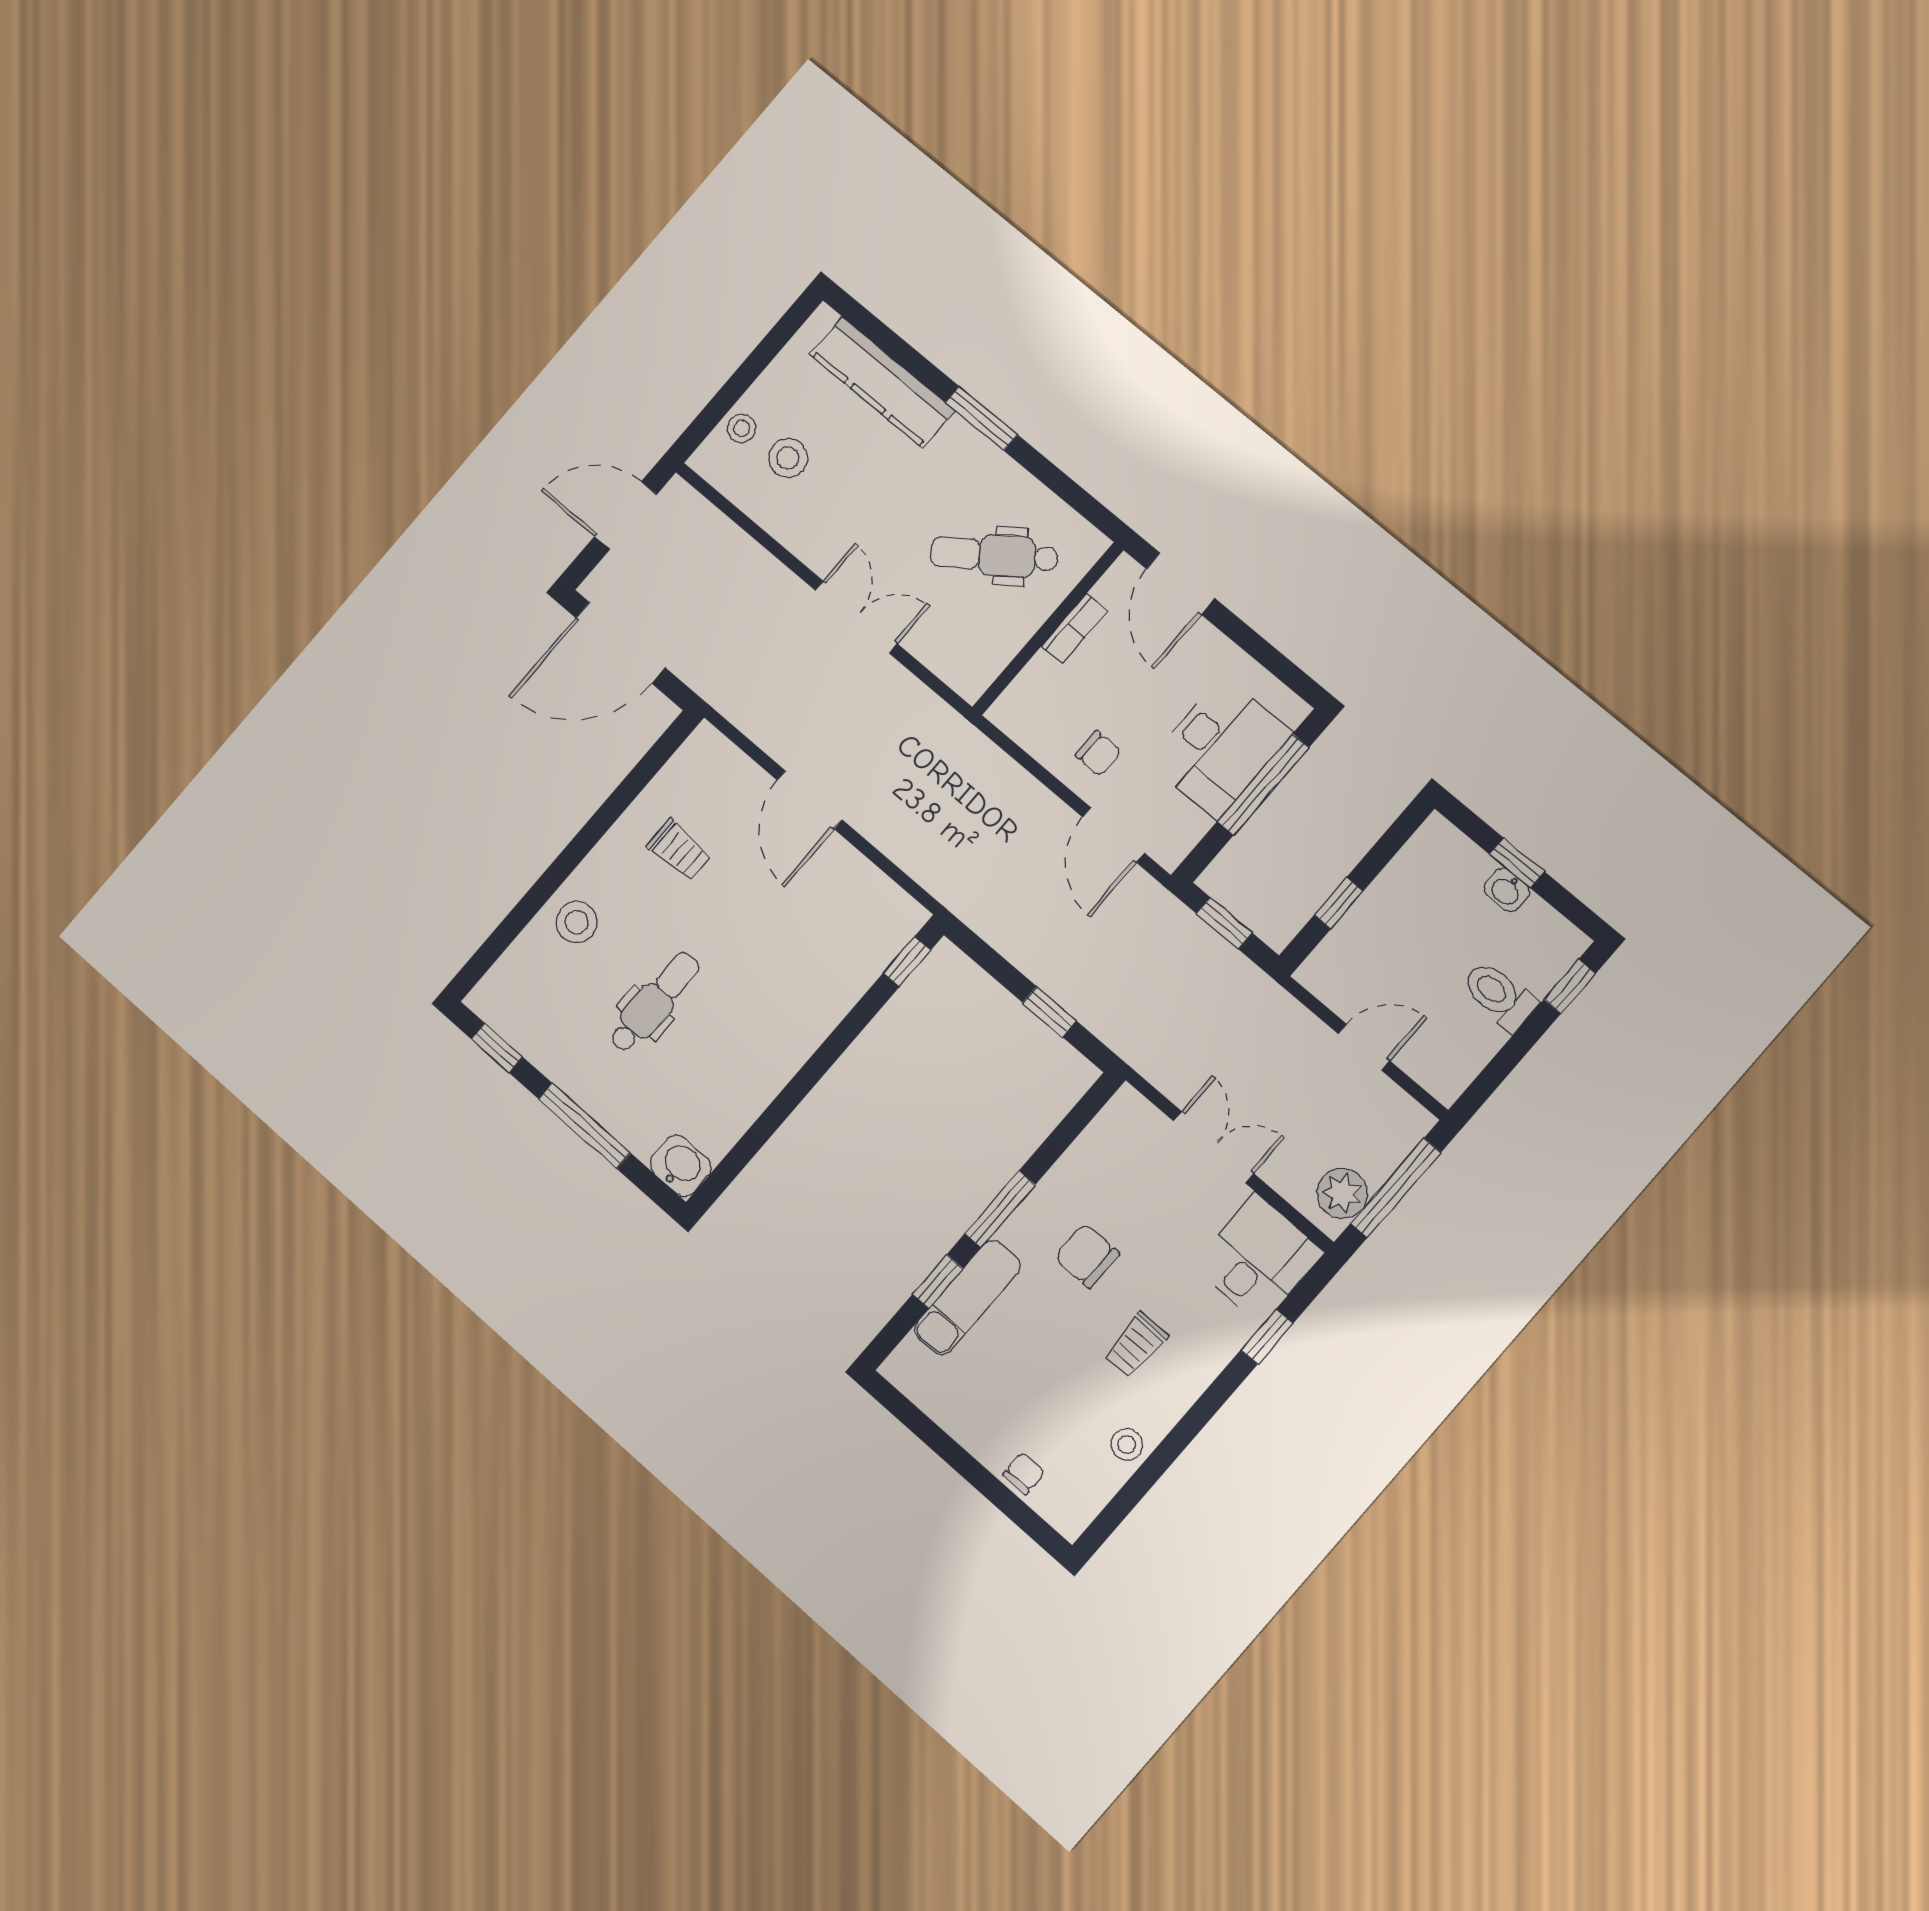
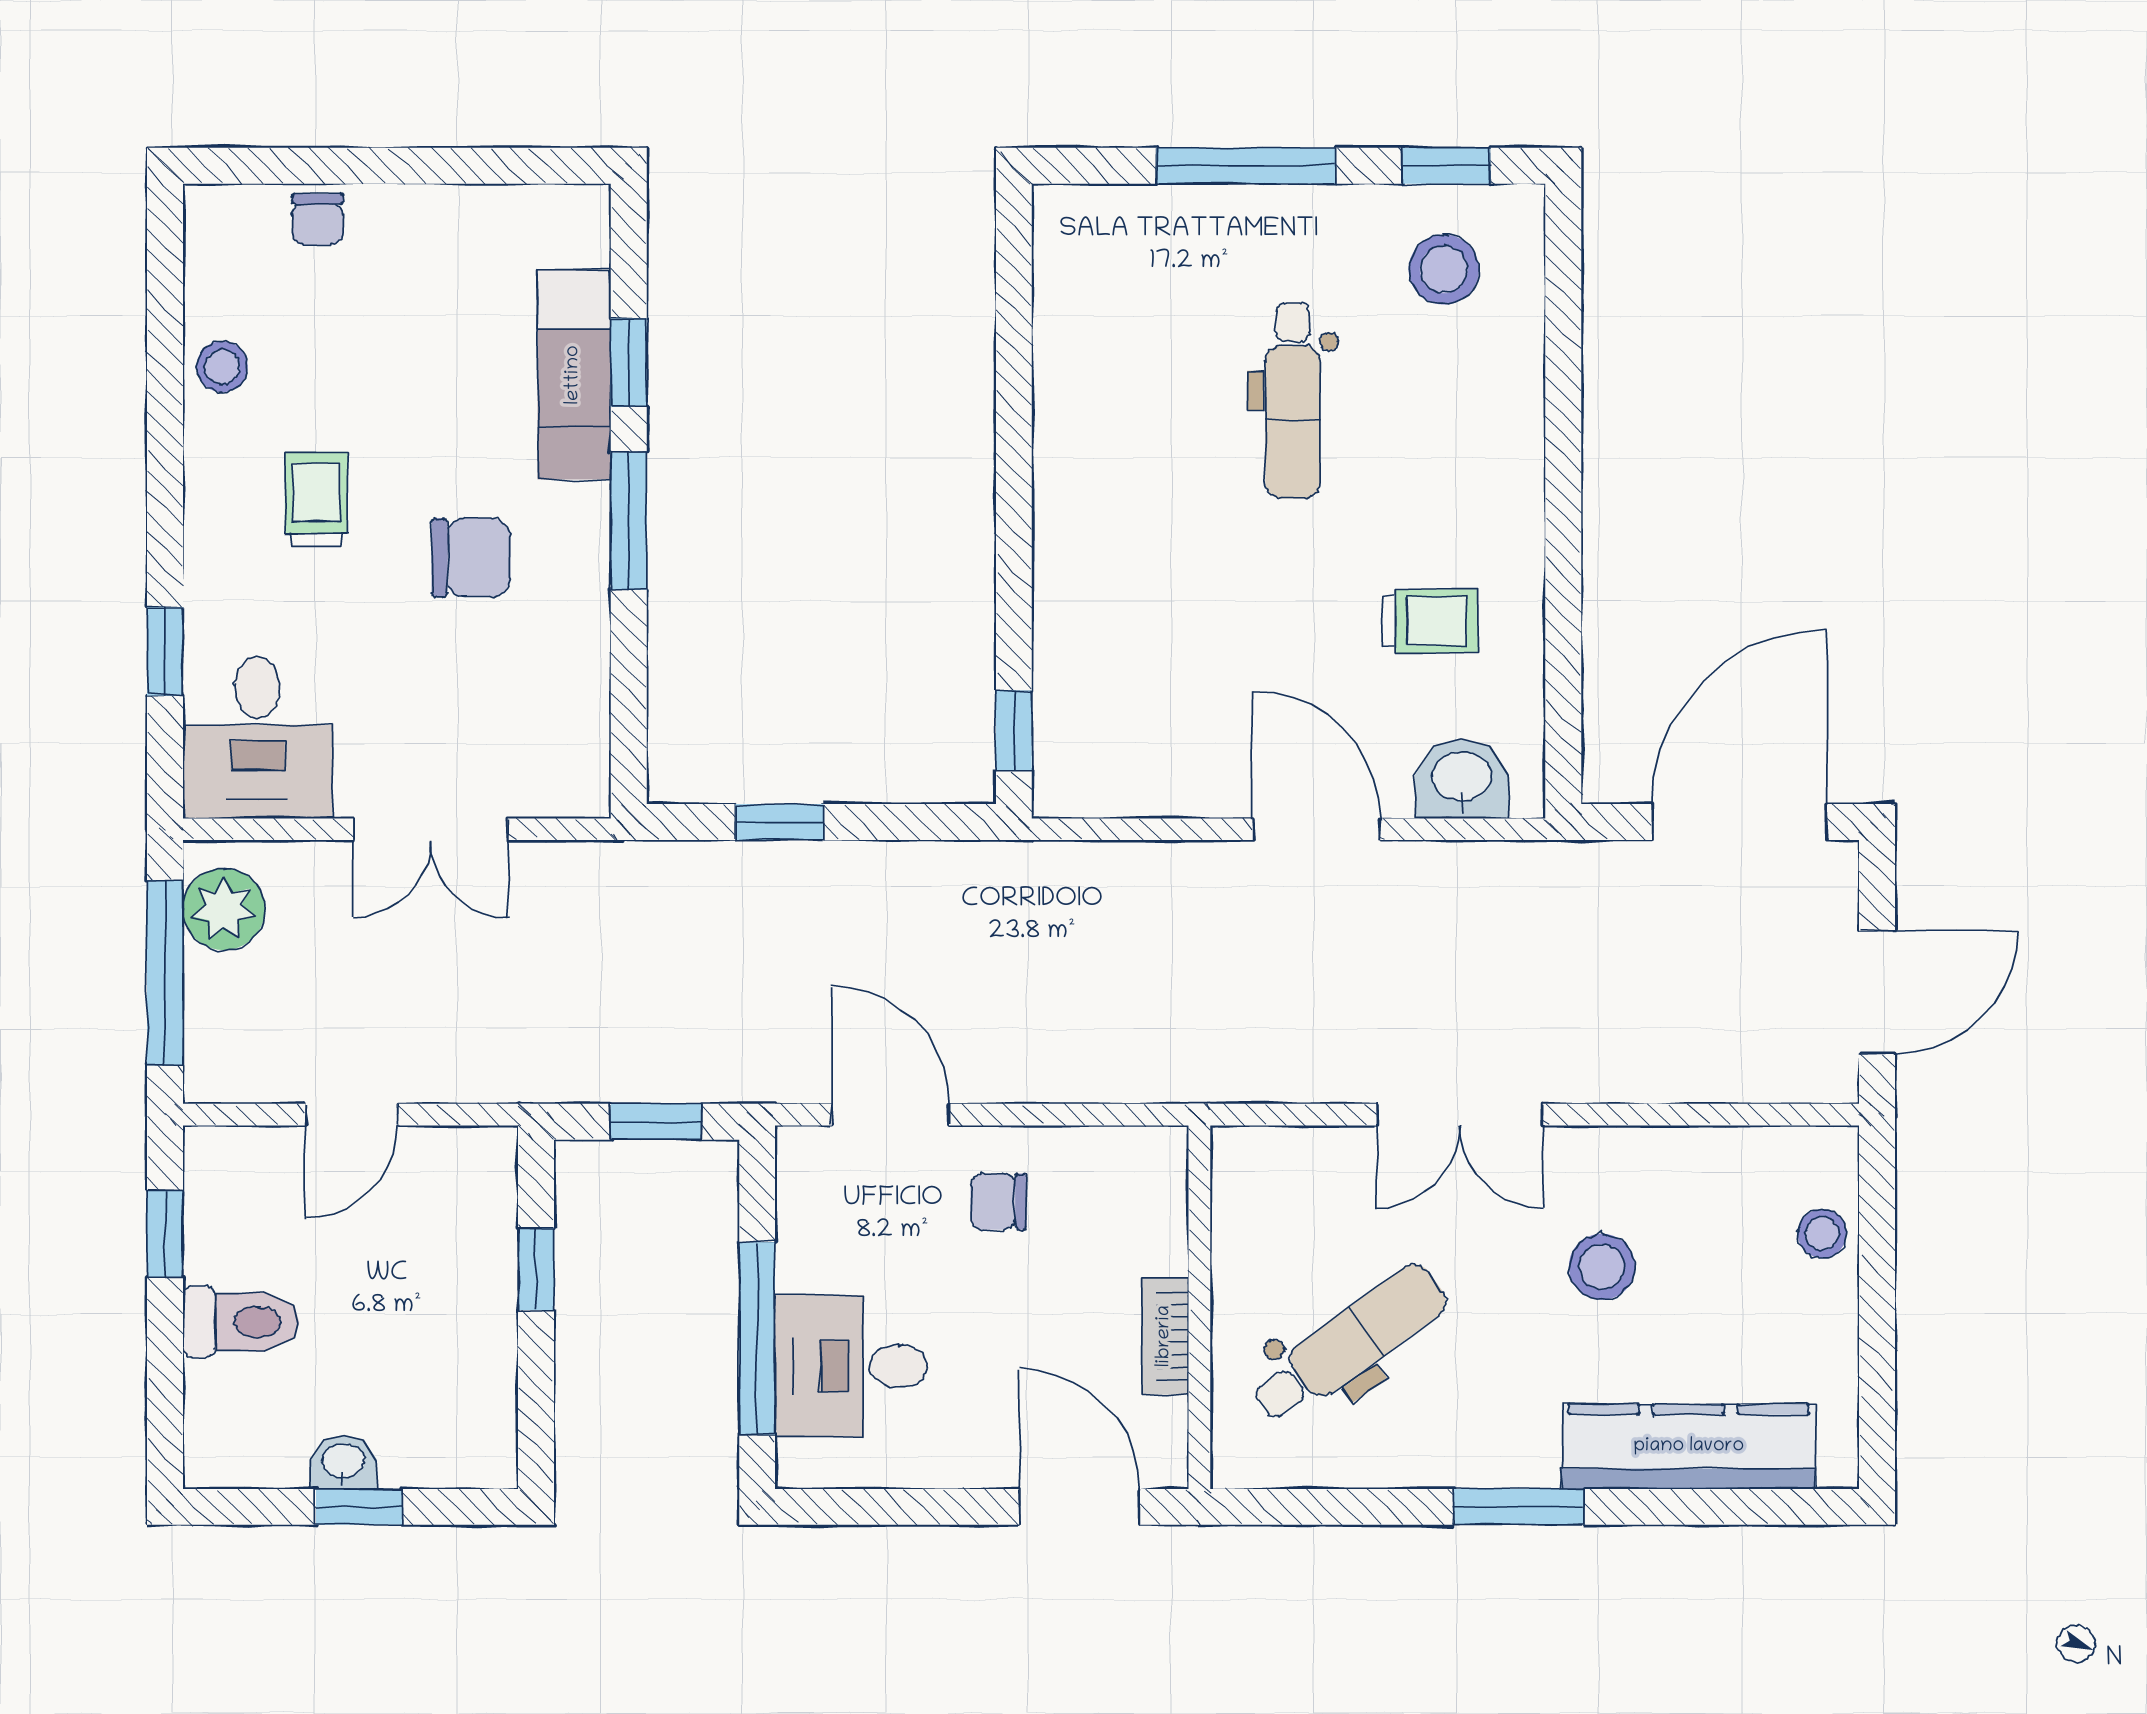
stool: (788, 458) -> (1602, 1267), moved
desk: (1220, 747) -> (851, 1366), width x0.73
trolley: (679, 850) -> (1430, 621), turned 180
stool: (577, 922) -> (1444, 270), moved
window: (1570, 987) -> (165, 1234), moved
washbasin: (681, 1166) -> (1462, 779), moved, turned 180

